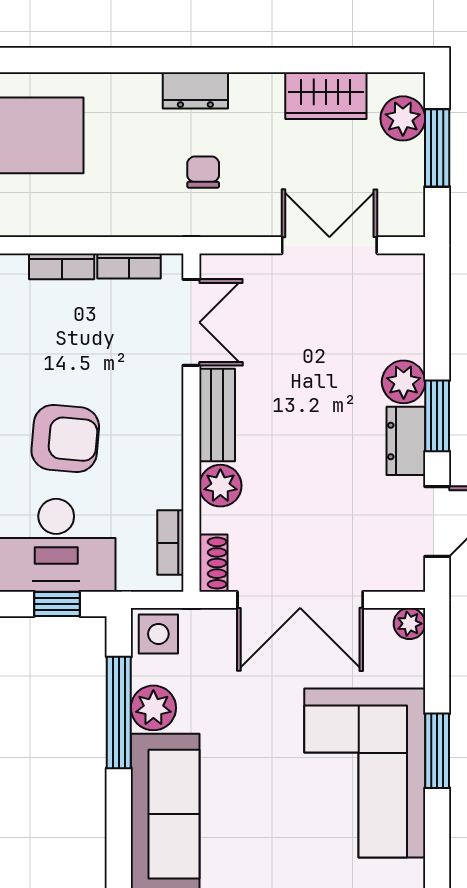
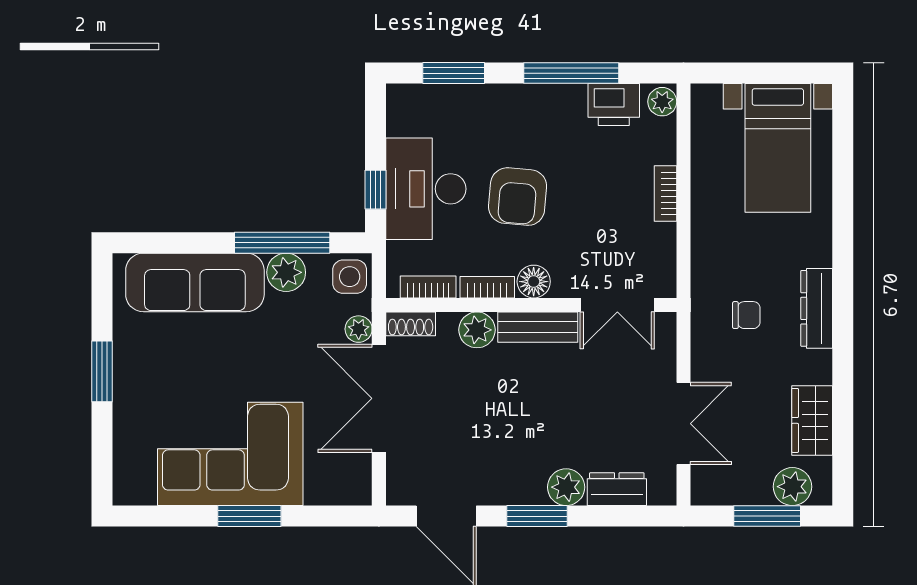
dresser: (195, 90) -> (817, 308), width x1.44
bookcase: (129, 266) -> (487, 287), moved, turned 90
floor lamp: (164, 420) -> (534, 282), added
dresser: (406, 441) -> (617, 489), moved
plant: (409, 624) -> (359, 329), moved

